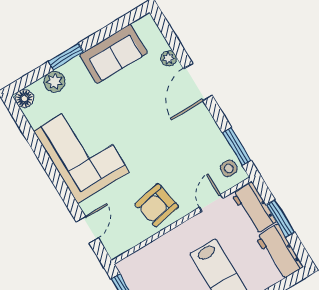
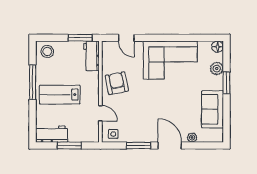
window: (237, 146) -> (138, 146), moved
workbench: (254, 208) -> (91, 56), moved, turned -90

